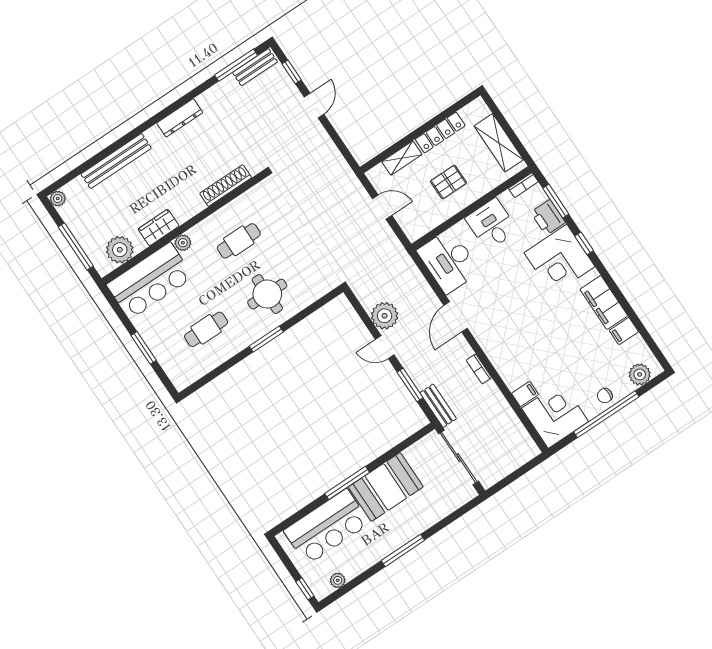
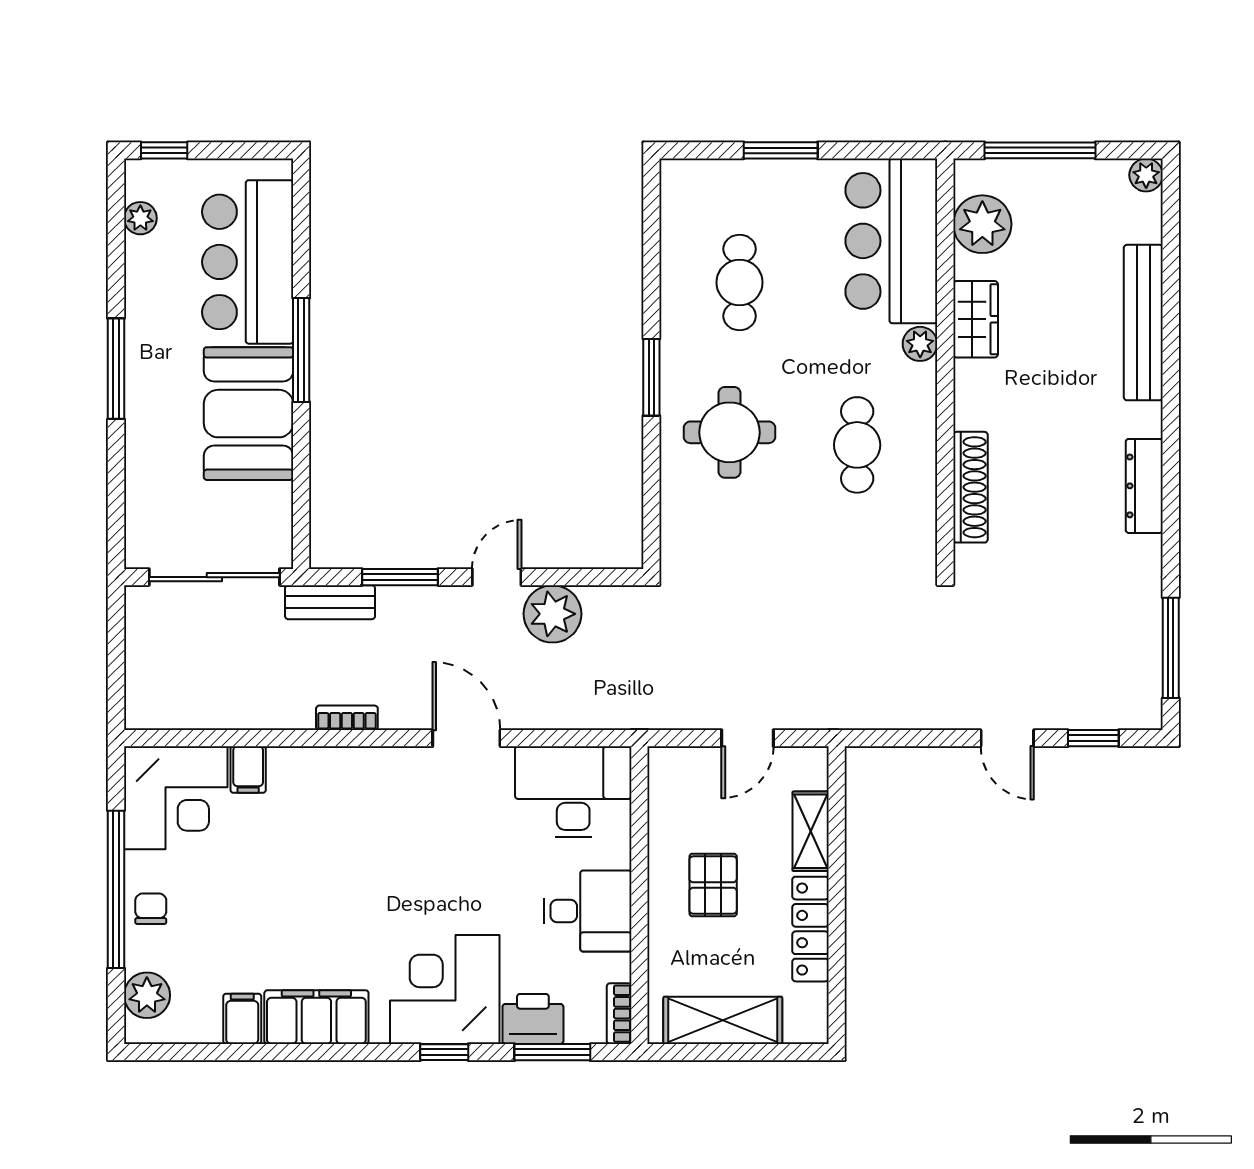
bench: (255, 67) -> (1145, 679), removed

